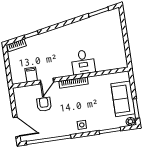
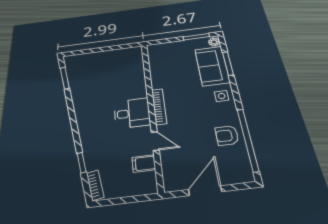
desk: (83, 62) -> (132, 113), moved
sofa: (123, 99) -> (212, 66), moved, turned 90
armchair: (44, 104) -> (227, 136), moved
door: (16, 127) -> (205, 191), moved

